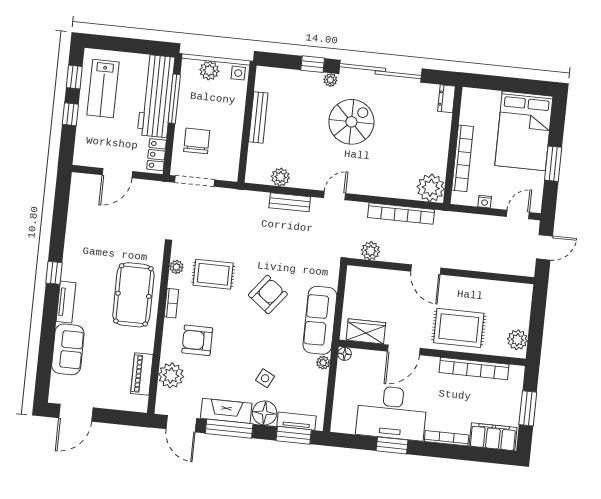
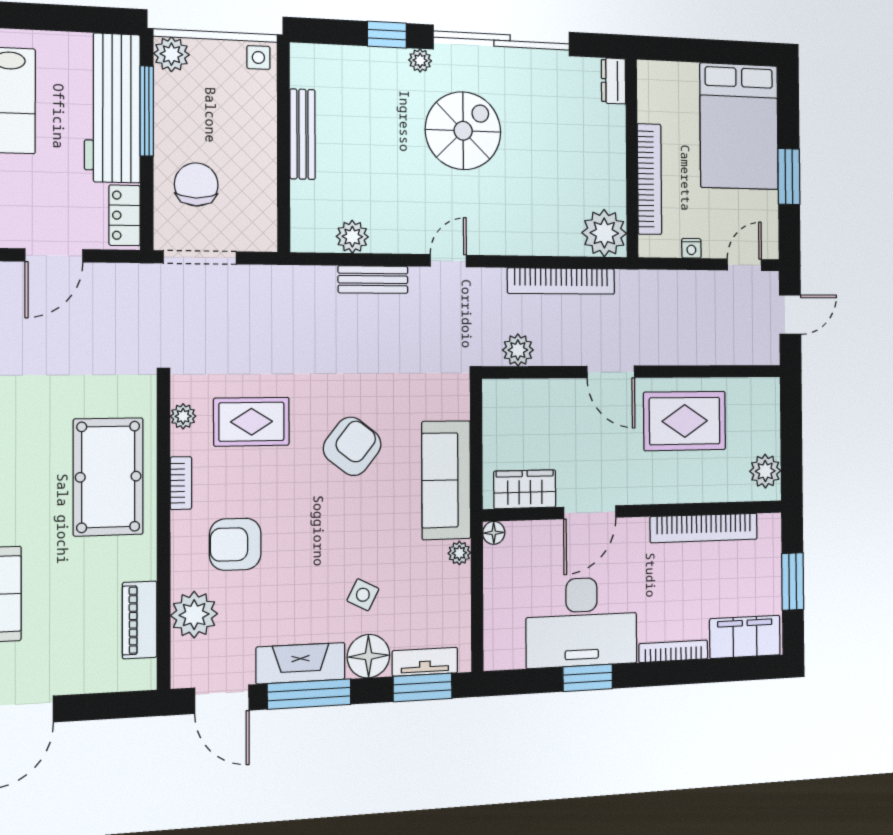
plant: (209, 70) -> (171, 54), moved
rug: (459, 328) -> (685, 421), moved

